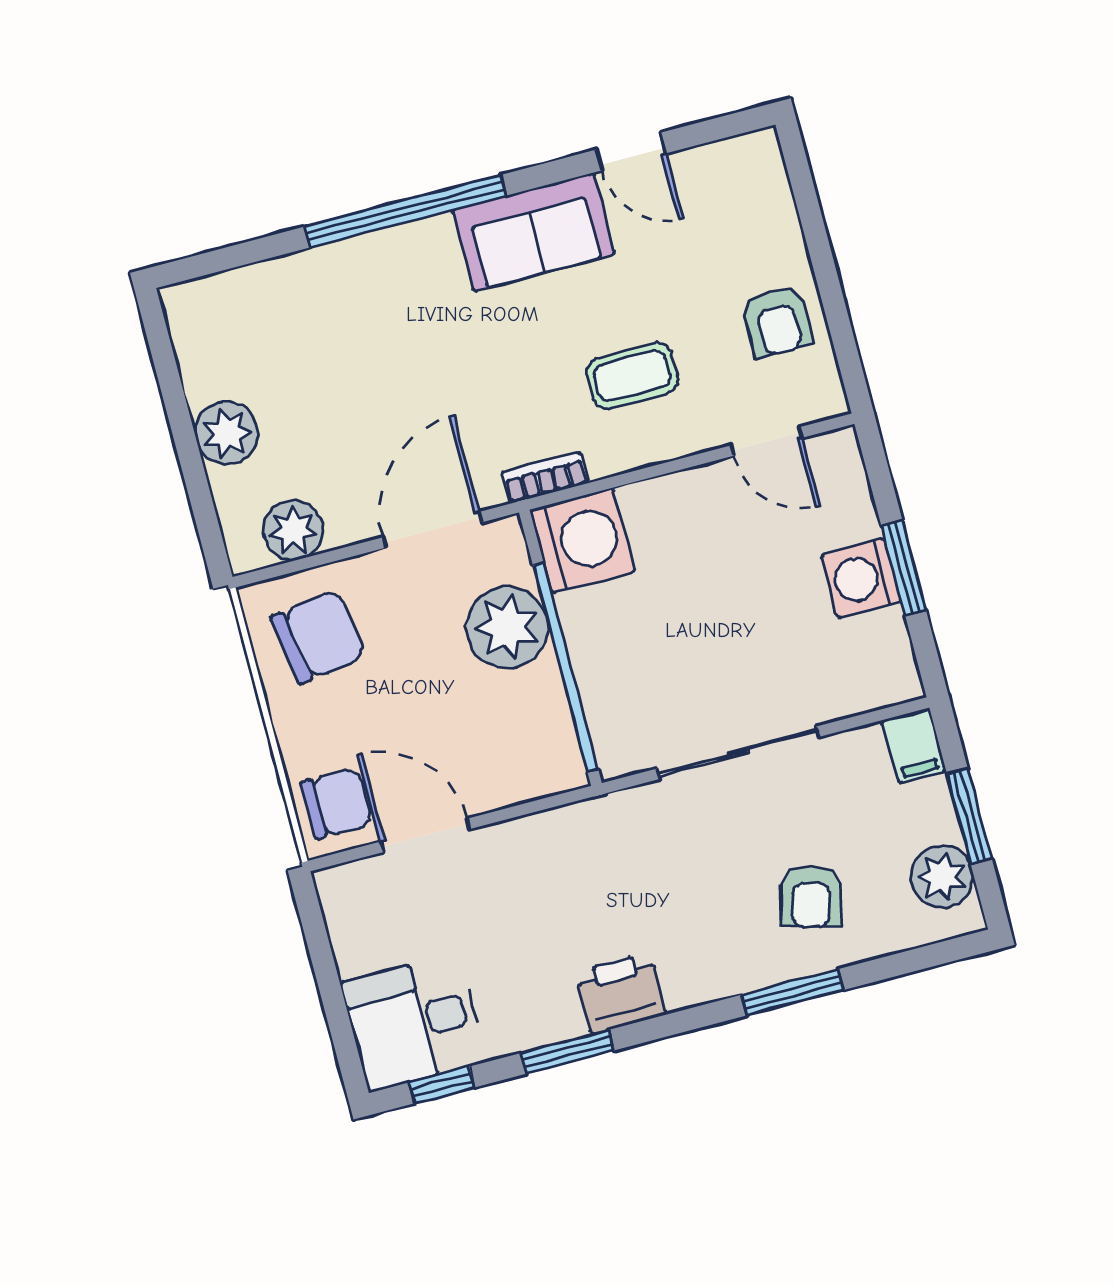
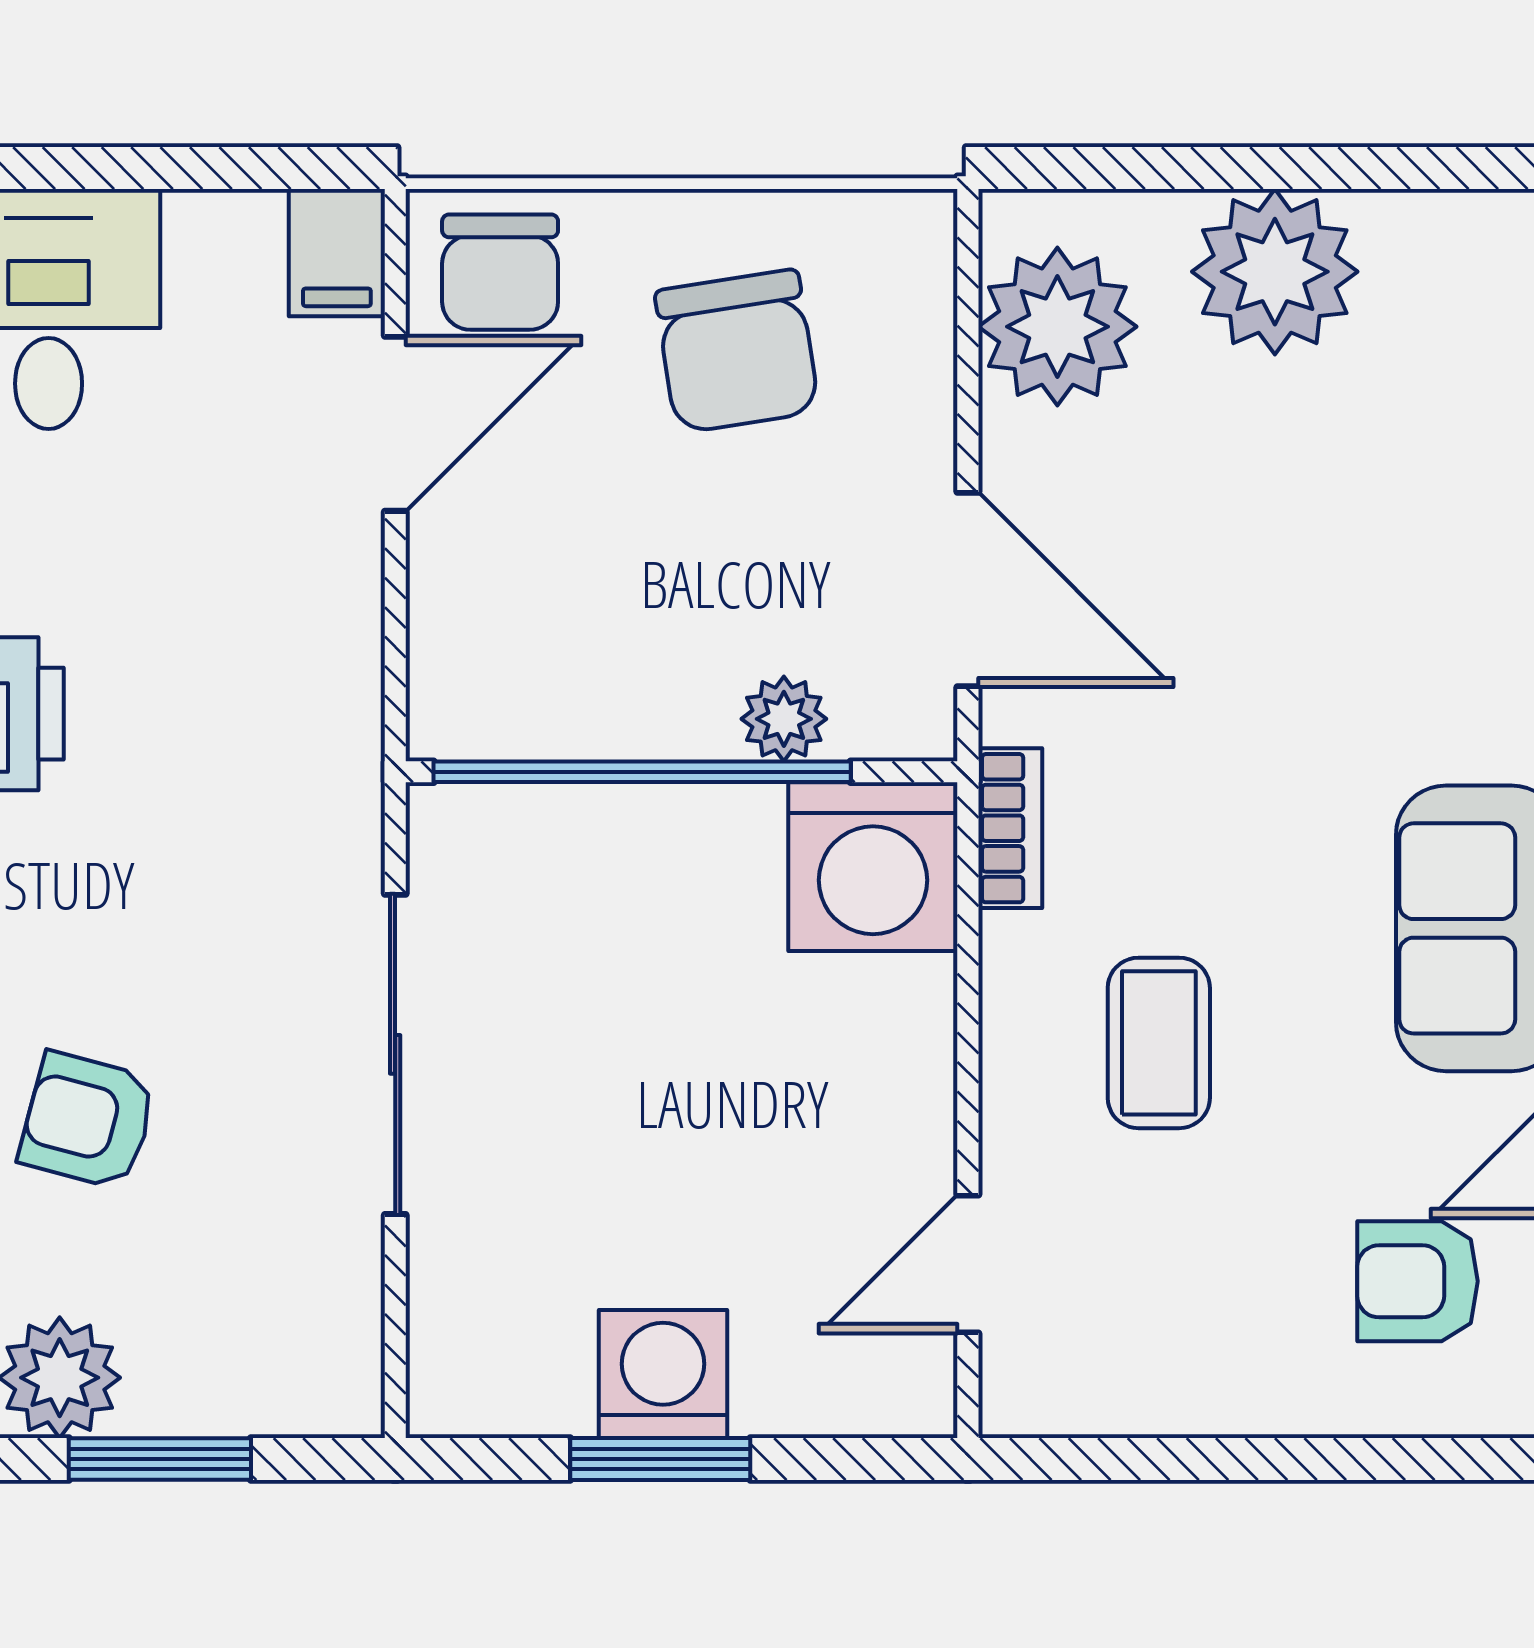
armchair: (777, 321) -> (1418, 1281), moved
plant: (227, 433) -> (1275, 272), width x1.36, depth x1.36
plant: (293, 530) -> (1057, 327), width x1.36, depth x1.36
plant: (507, 627) -> (784, 719), width x0.53, depth x0.53
chair: (318, 636) -> (737, 351), moved
filing cabinet: (914, 746) -> (337, 253), moved, turned -90

